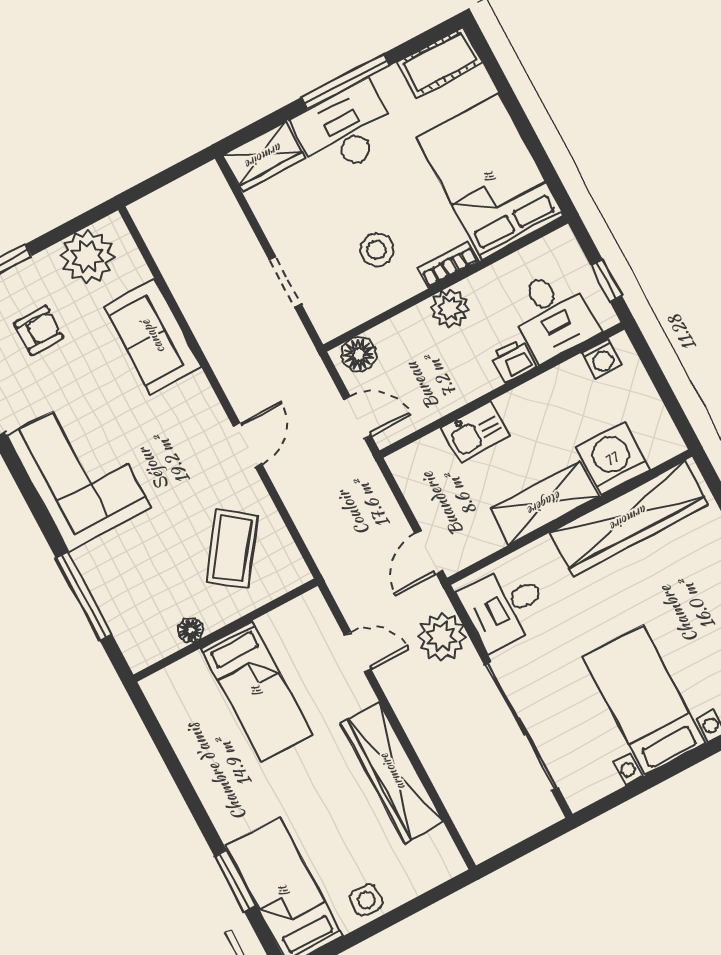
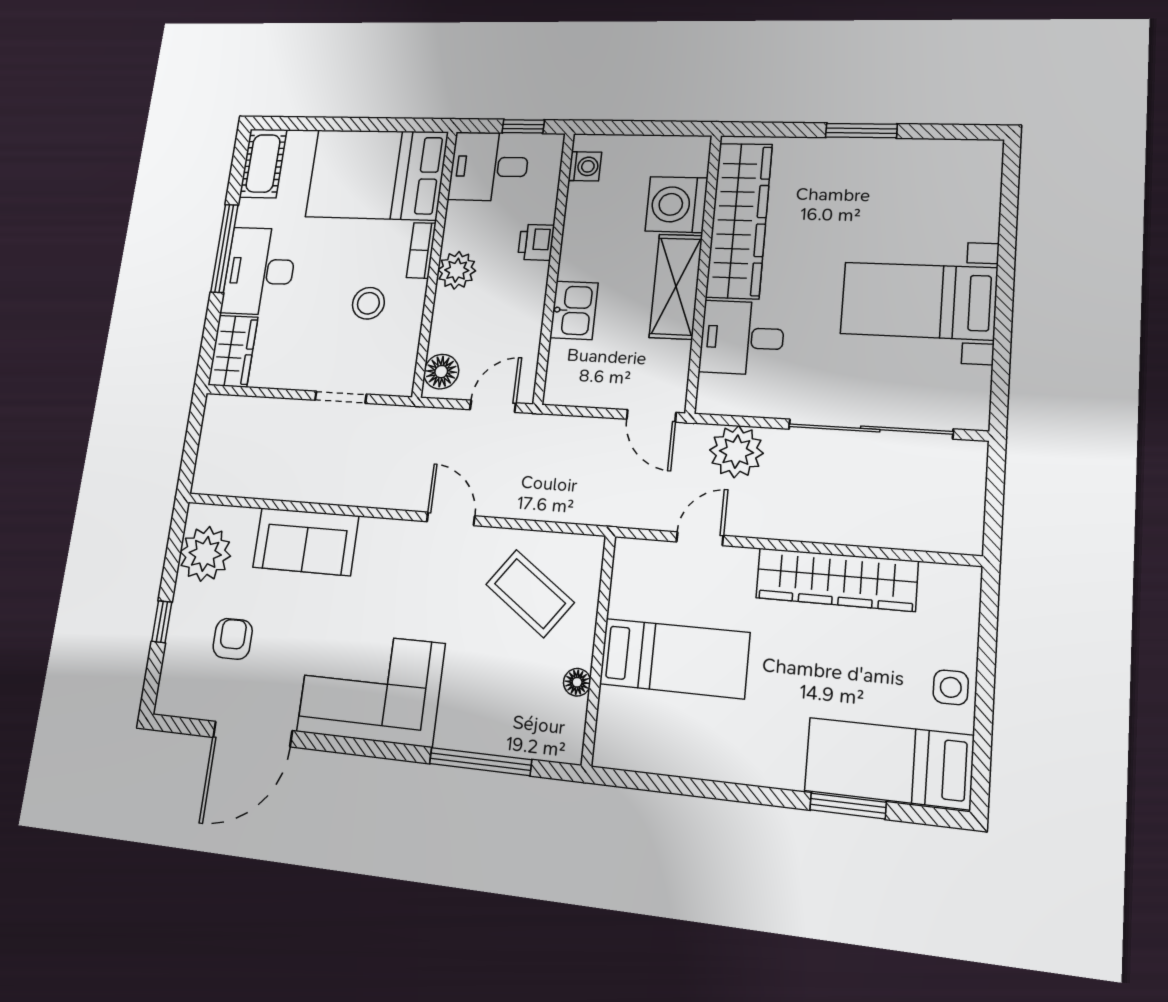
desk: (553, 315) -> (489, 167), moved, turned 180
desk: (505, 607) -> (742, 338), moved, turned 90

